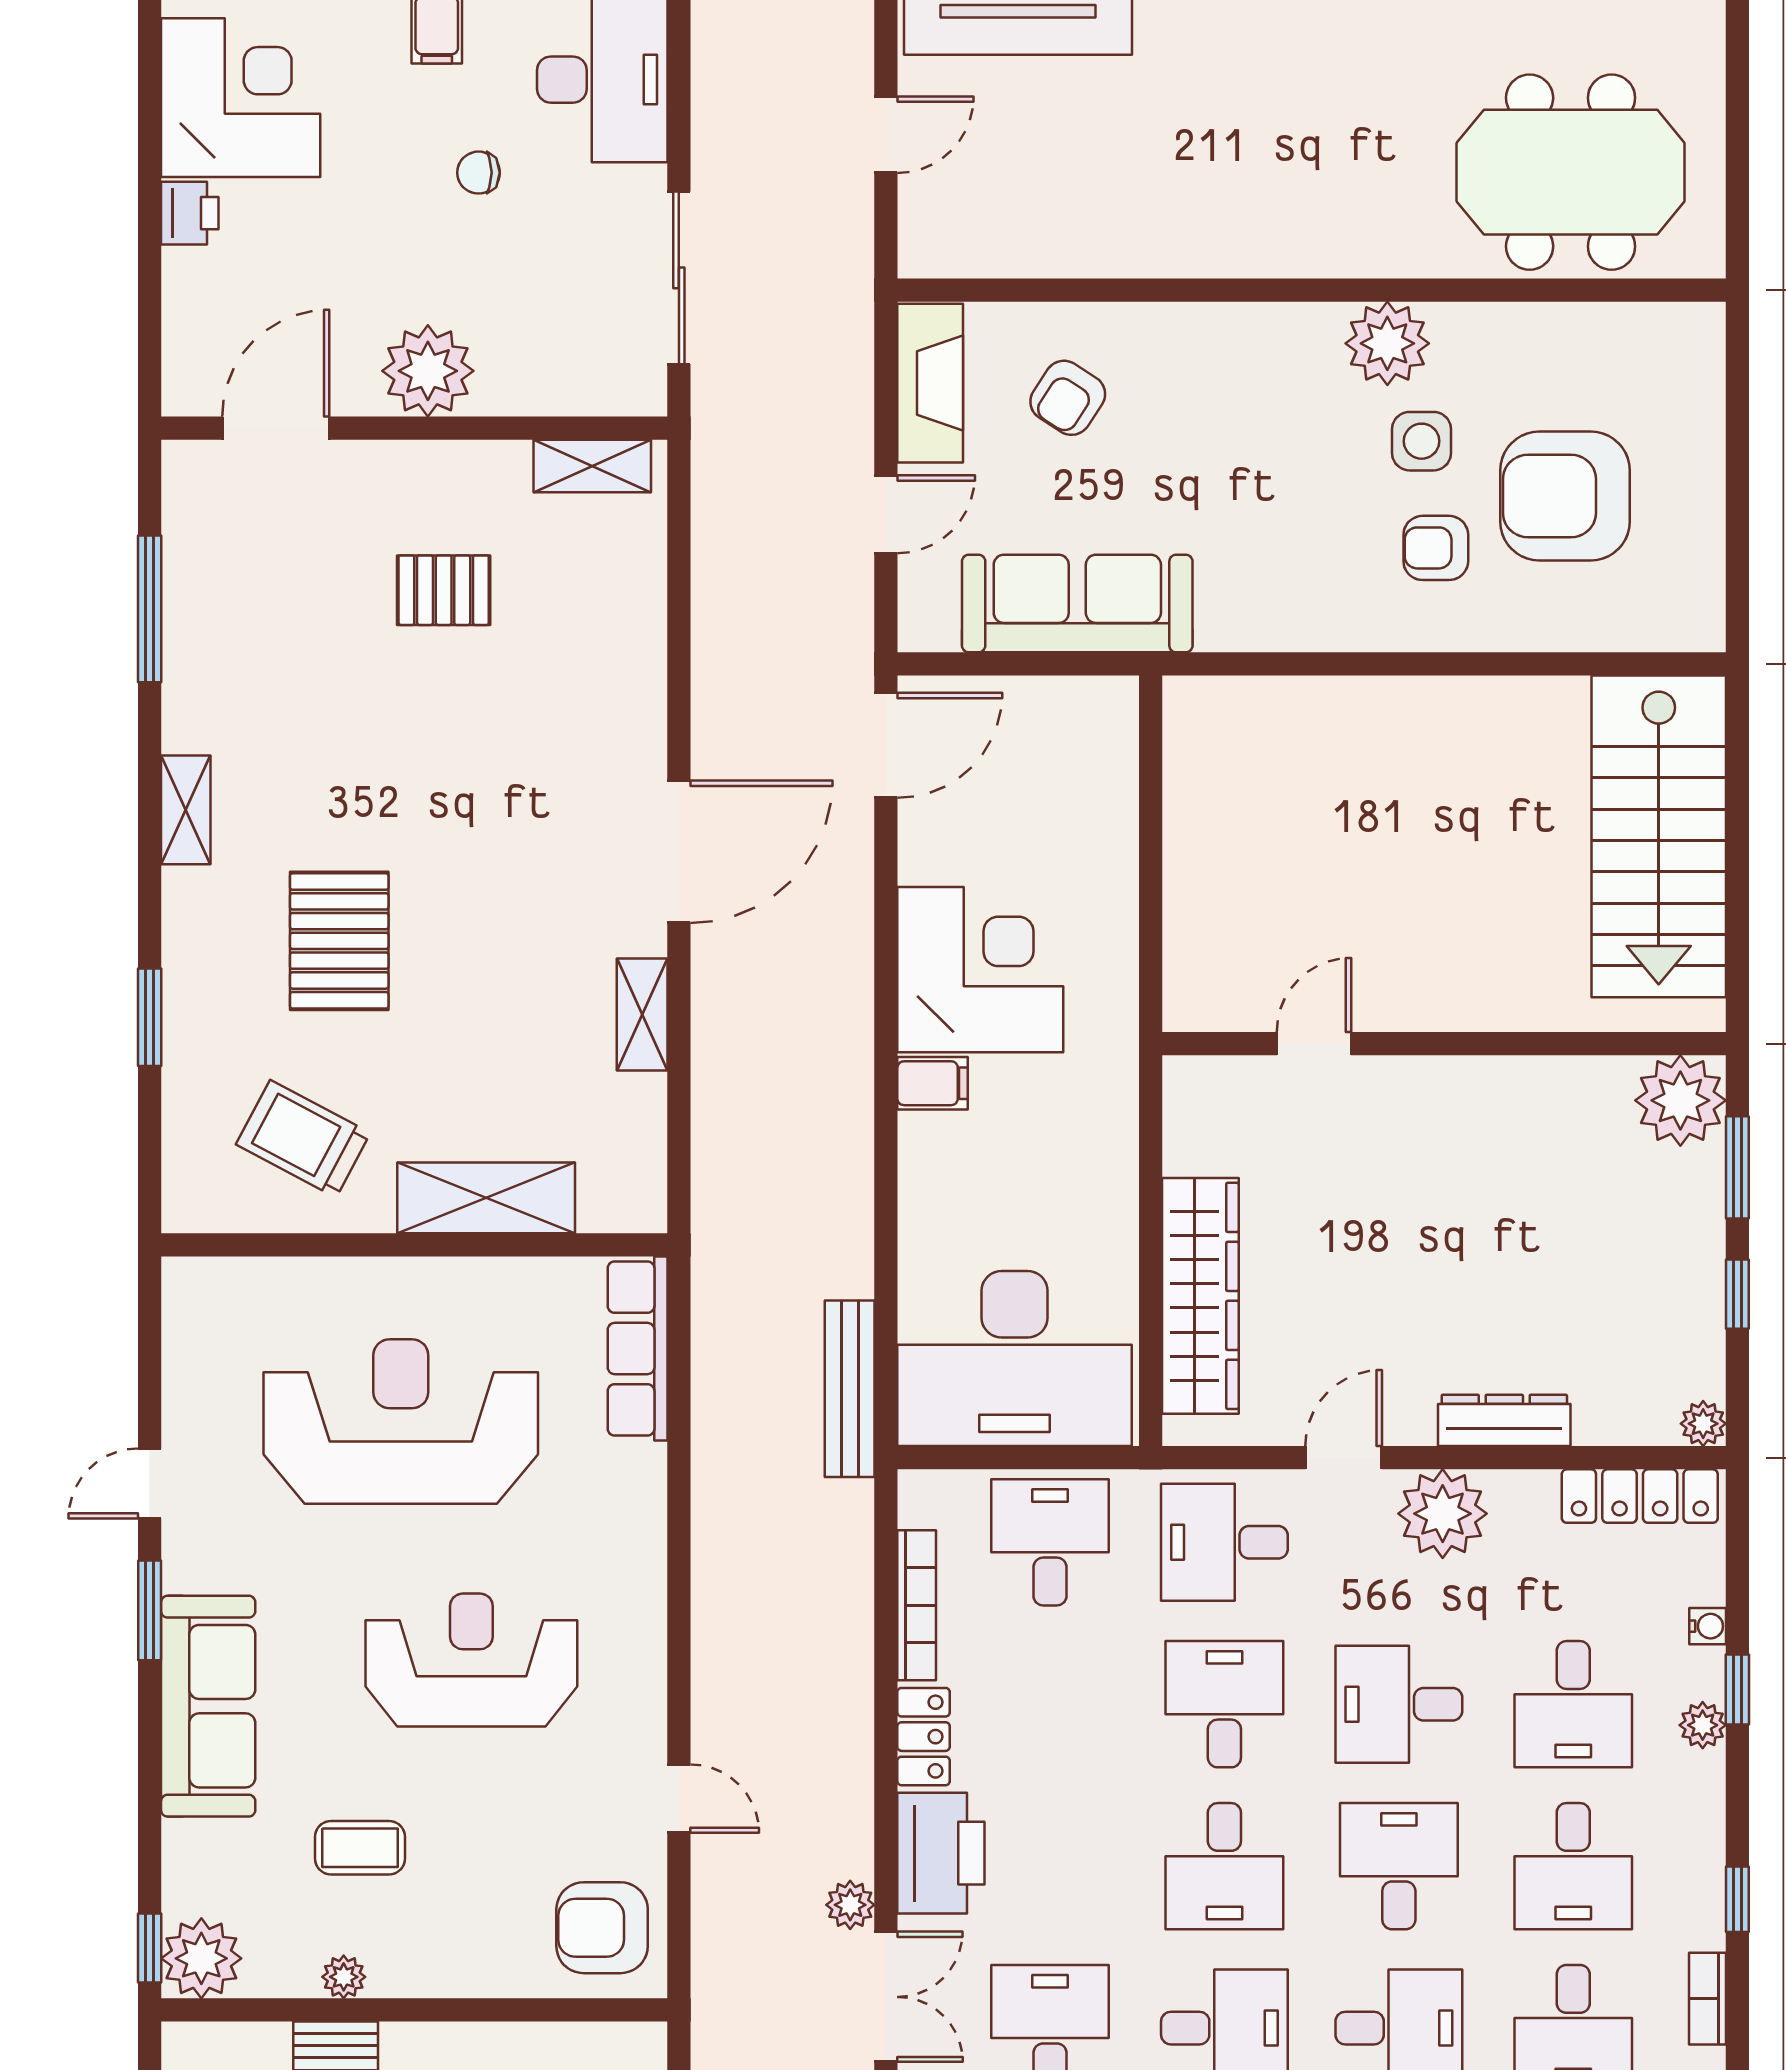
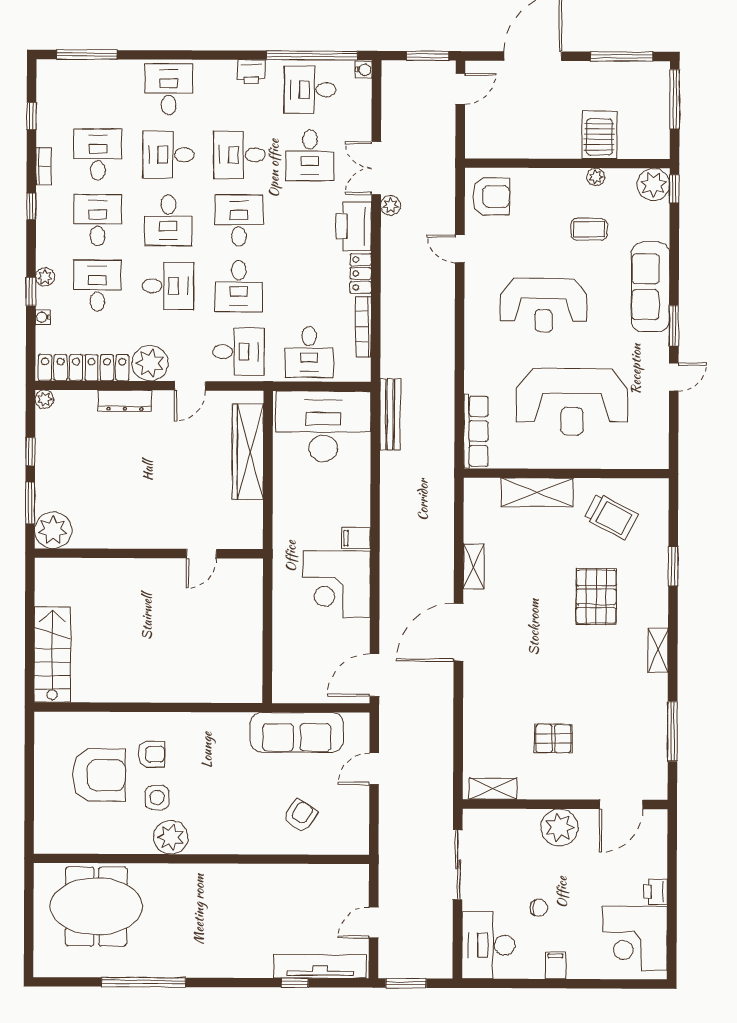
fireplace: (930, 383) -> (356, 822), removed
stairs: (1659, 836) -> (52, 654), width x0.73, depth x0.66
locker: (1640, 1496) -> (84, 368), width x1.41, depth x1.21

